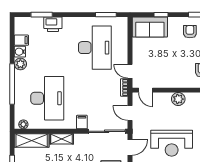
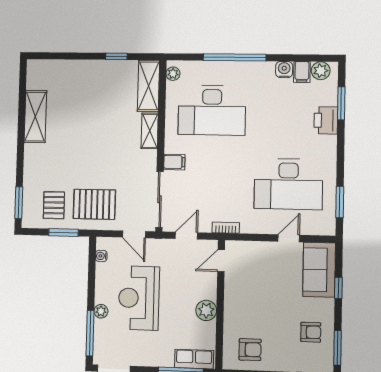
plant: (20, 64) -> (321, 71), moved
door: (130, 71) -> (289, 238), moved

